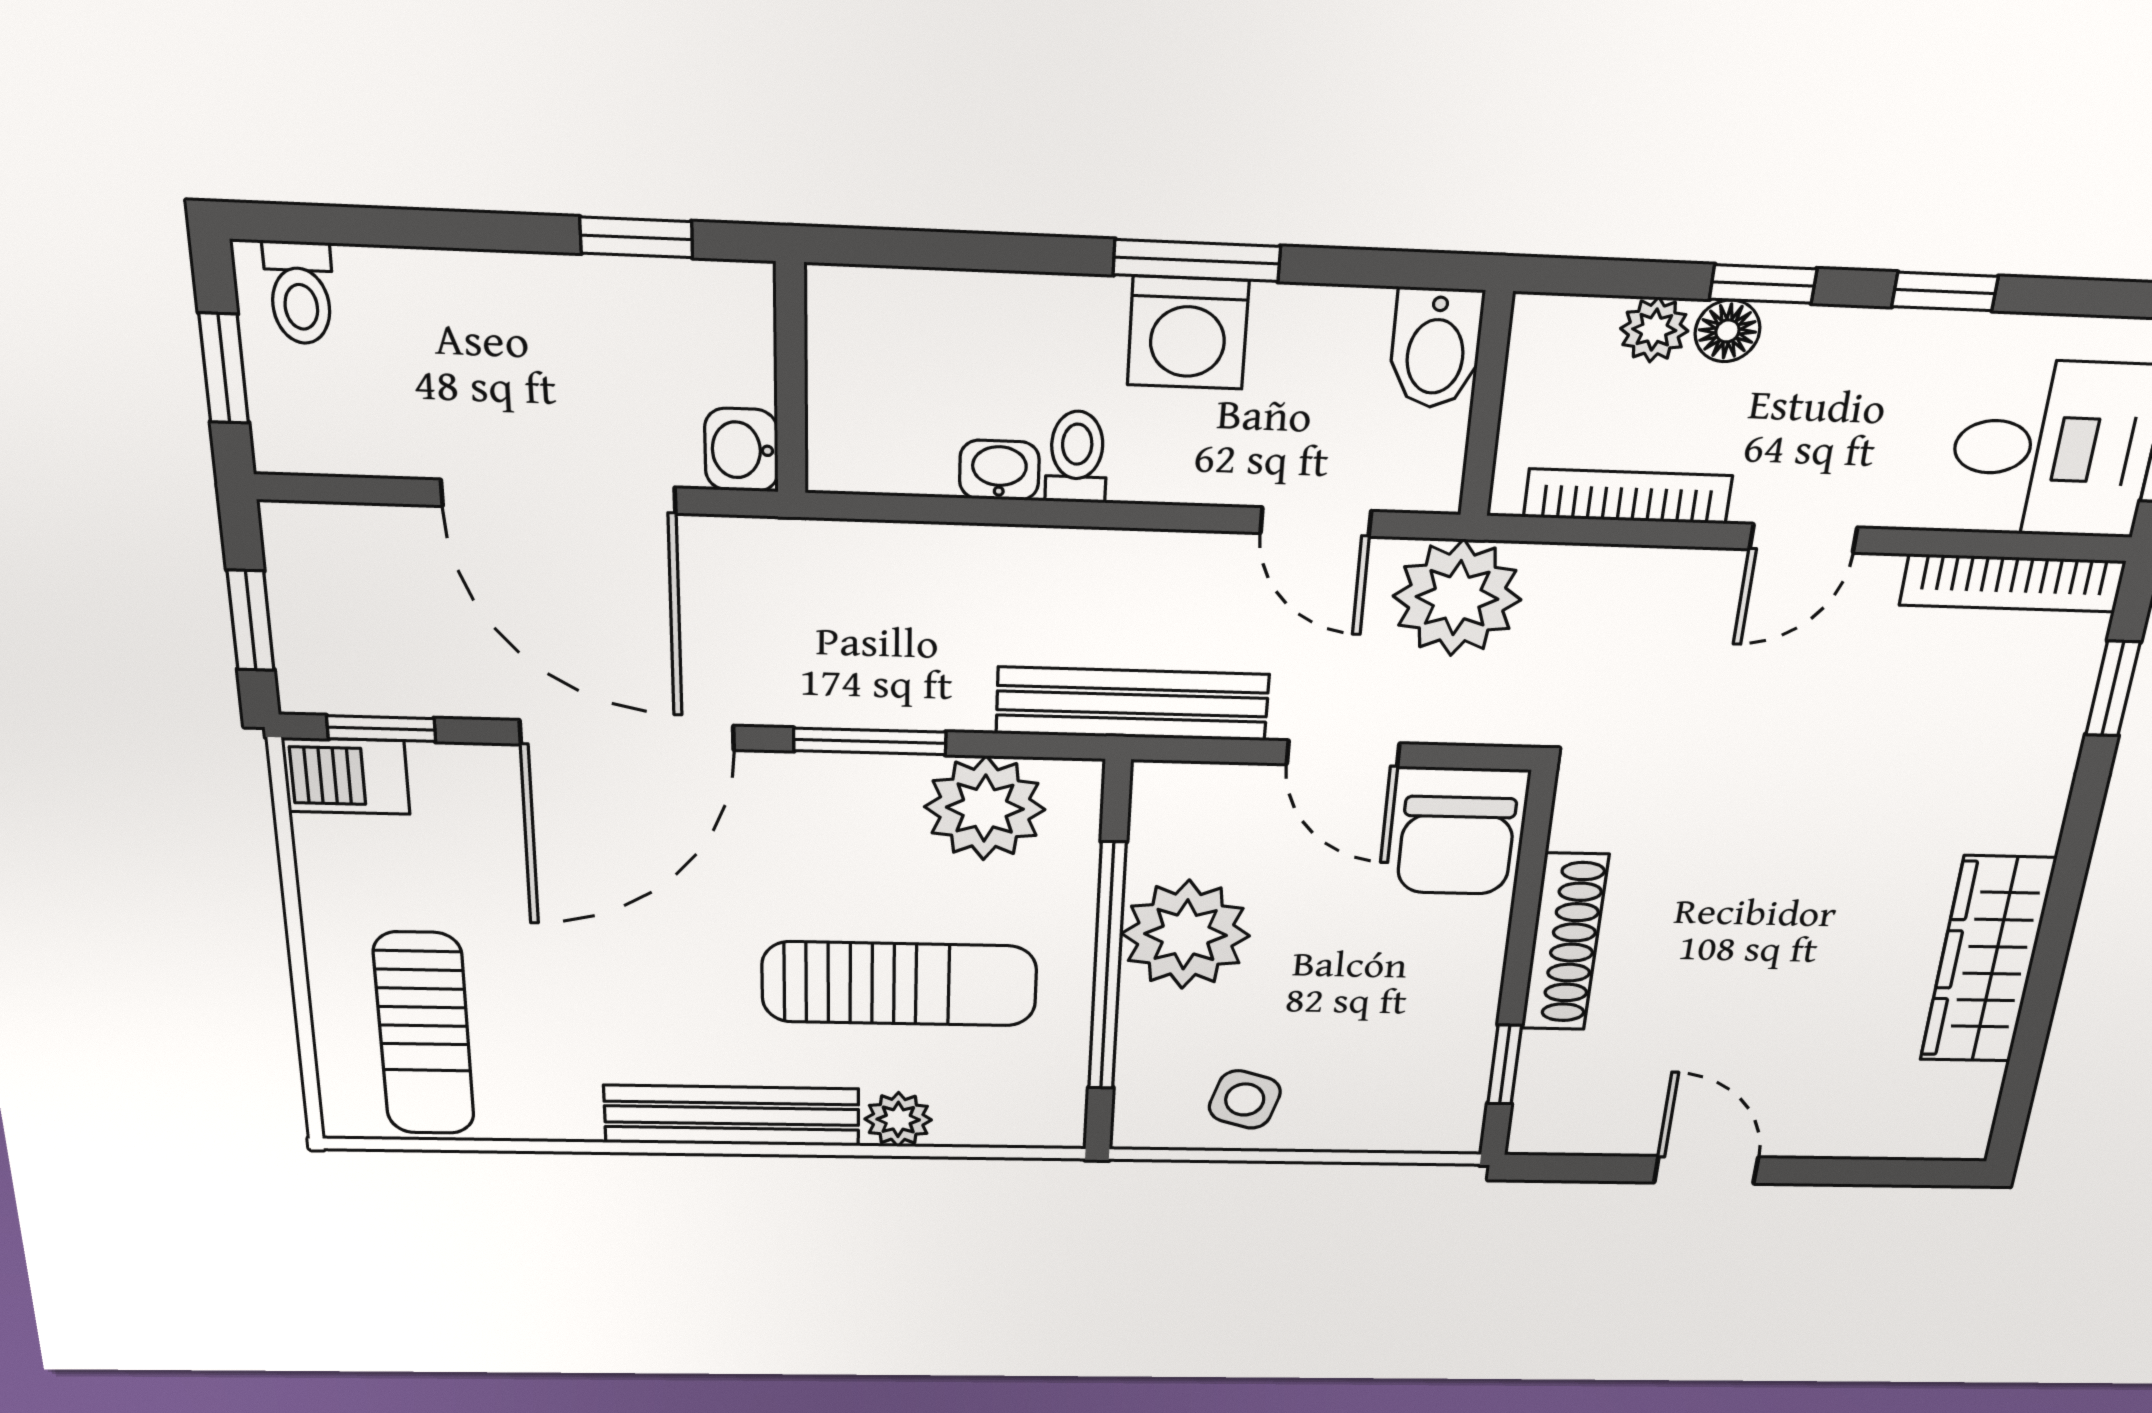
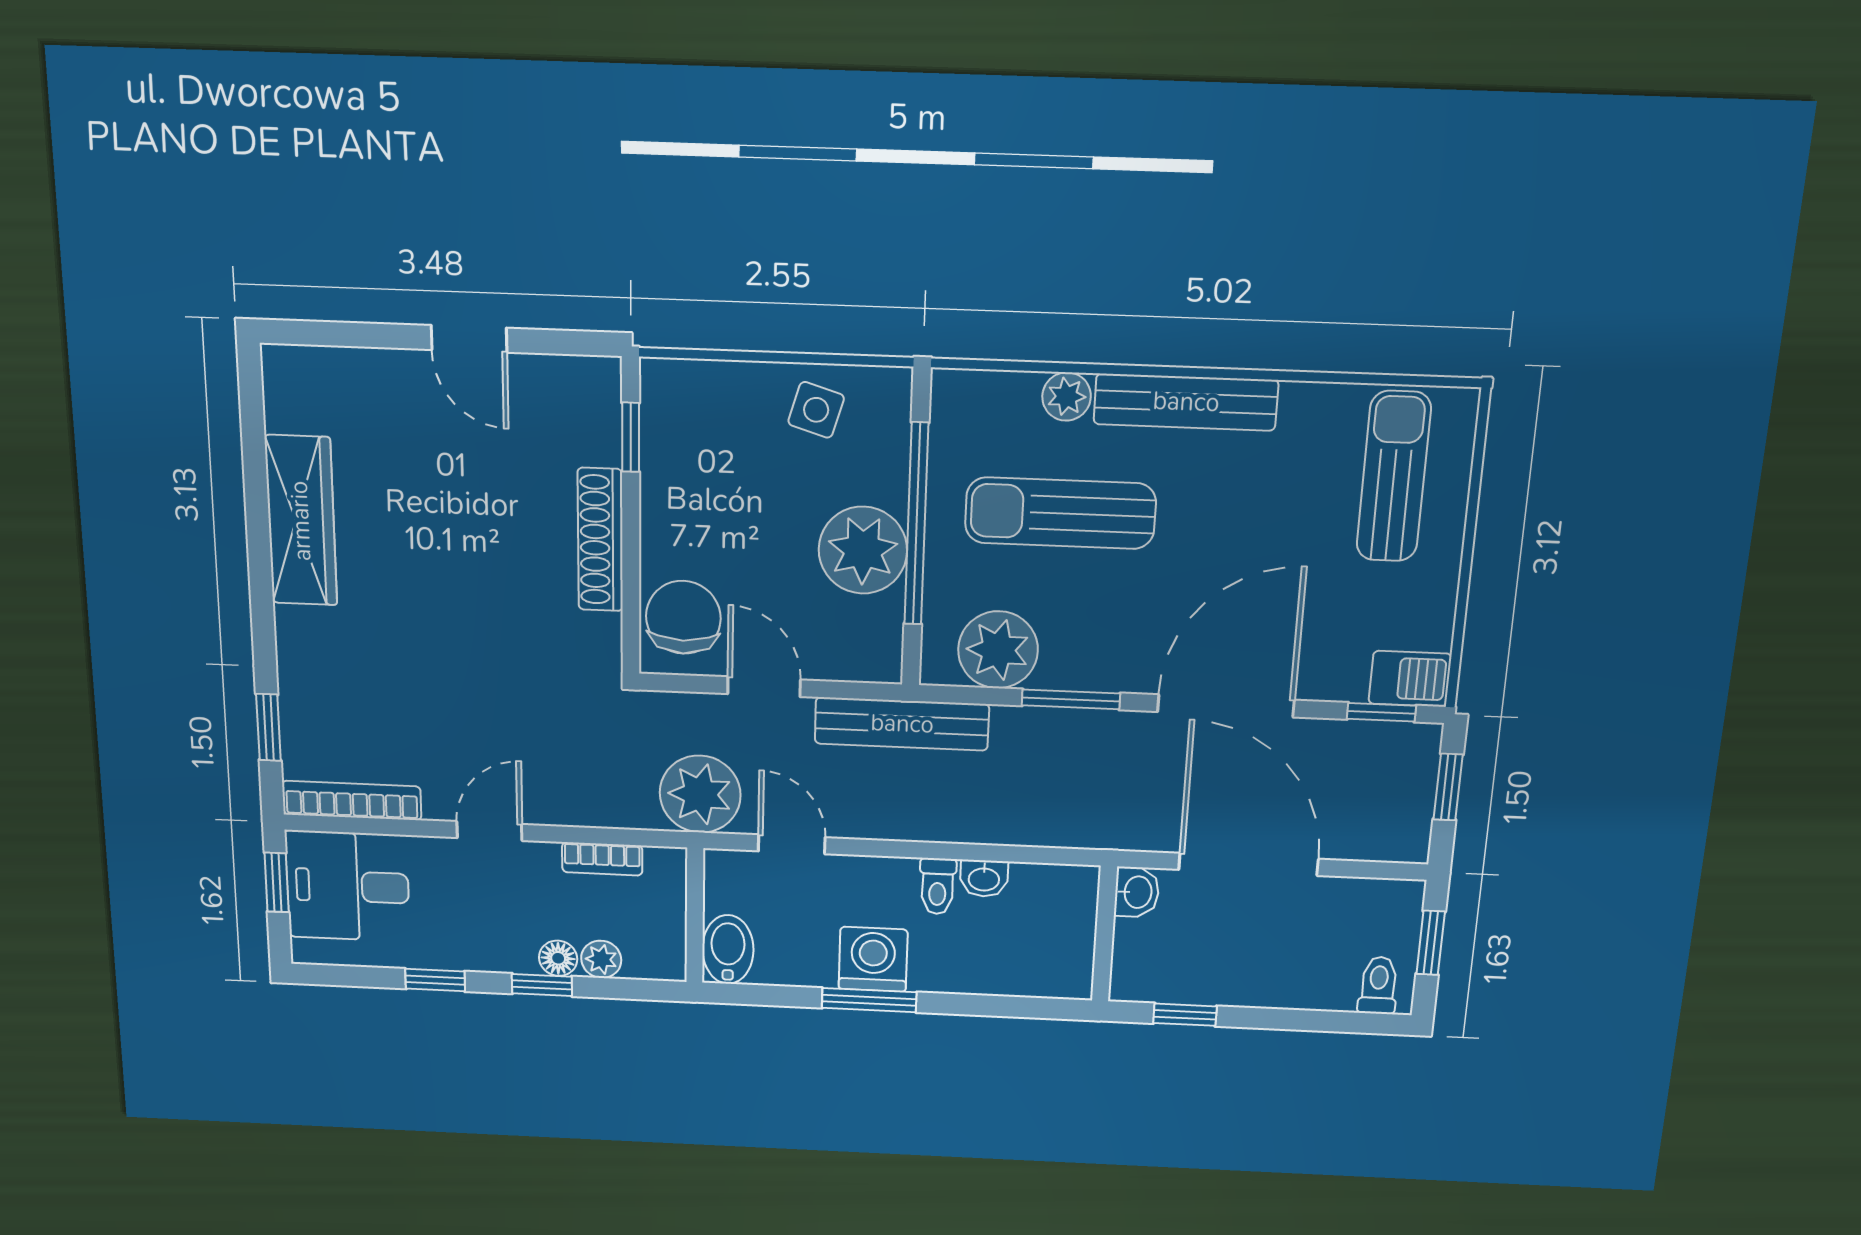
bookcase: (1628, 496) -> (602, 859), width x0.64

